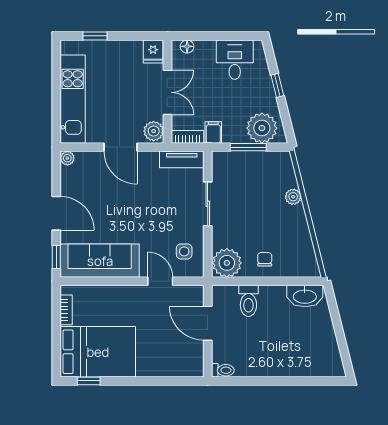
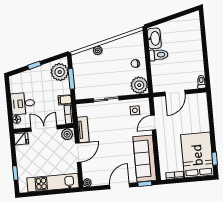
desk: (235, 60) -> (23, 103), moved
tv unit: (182, 159) -> (83, 130), moved
toilet: (248, 301) -> (159, 55), moved

